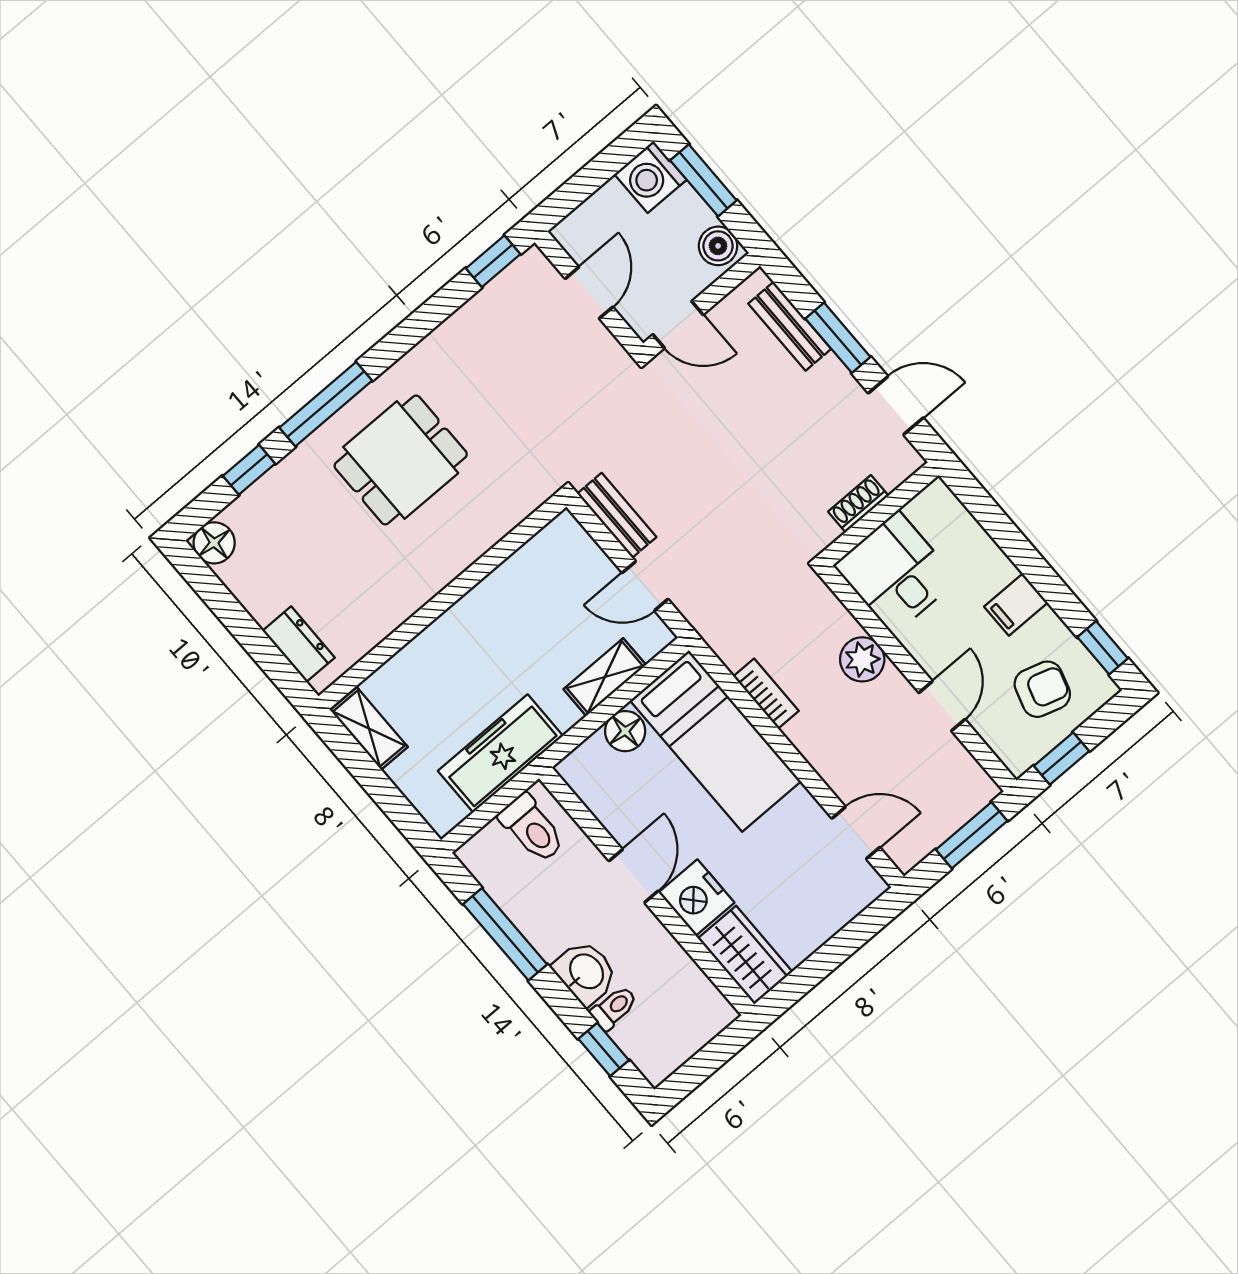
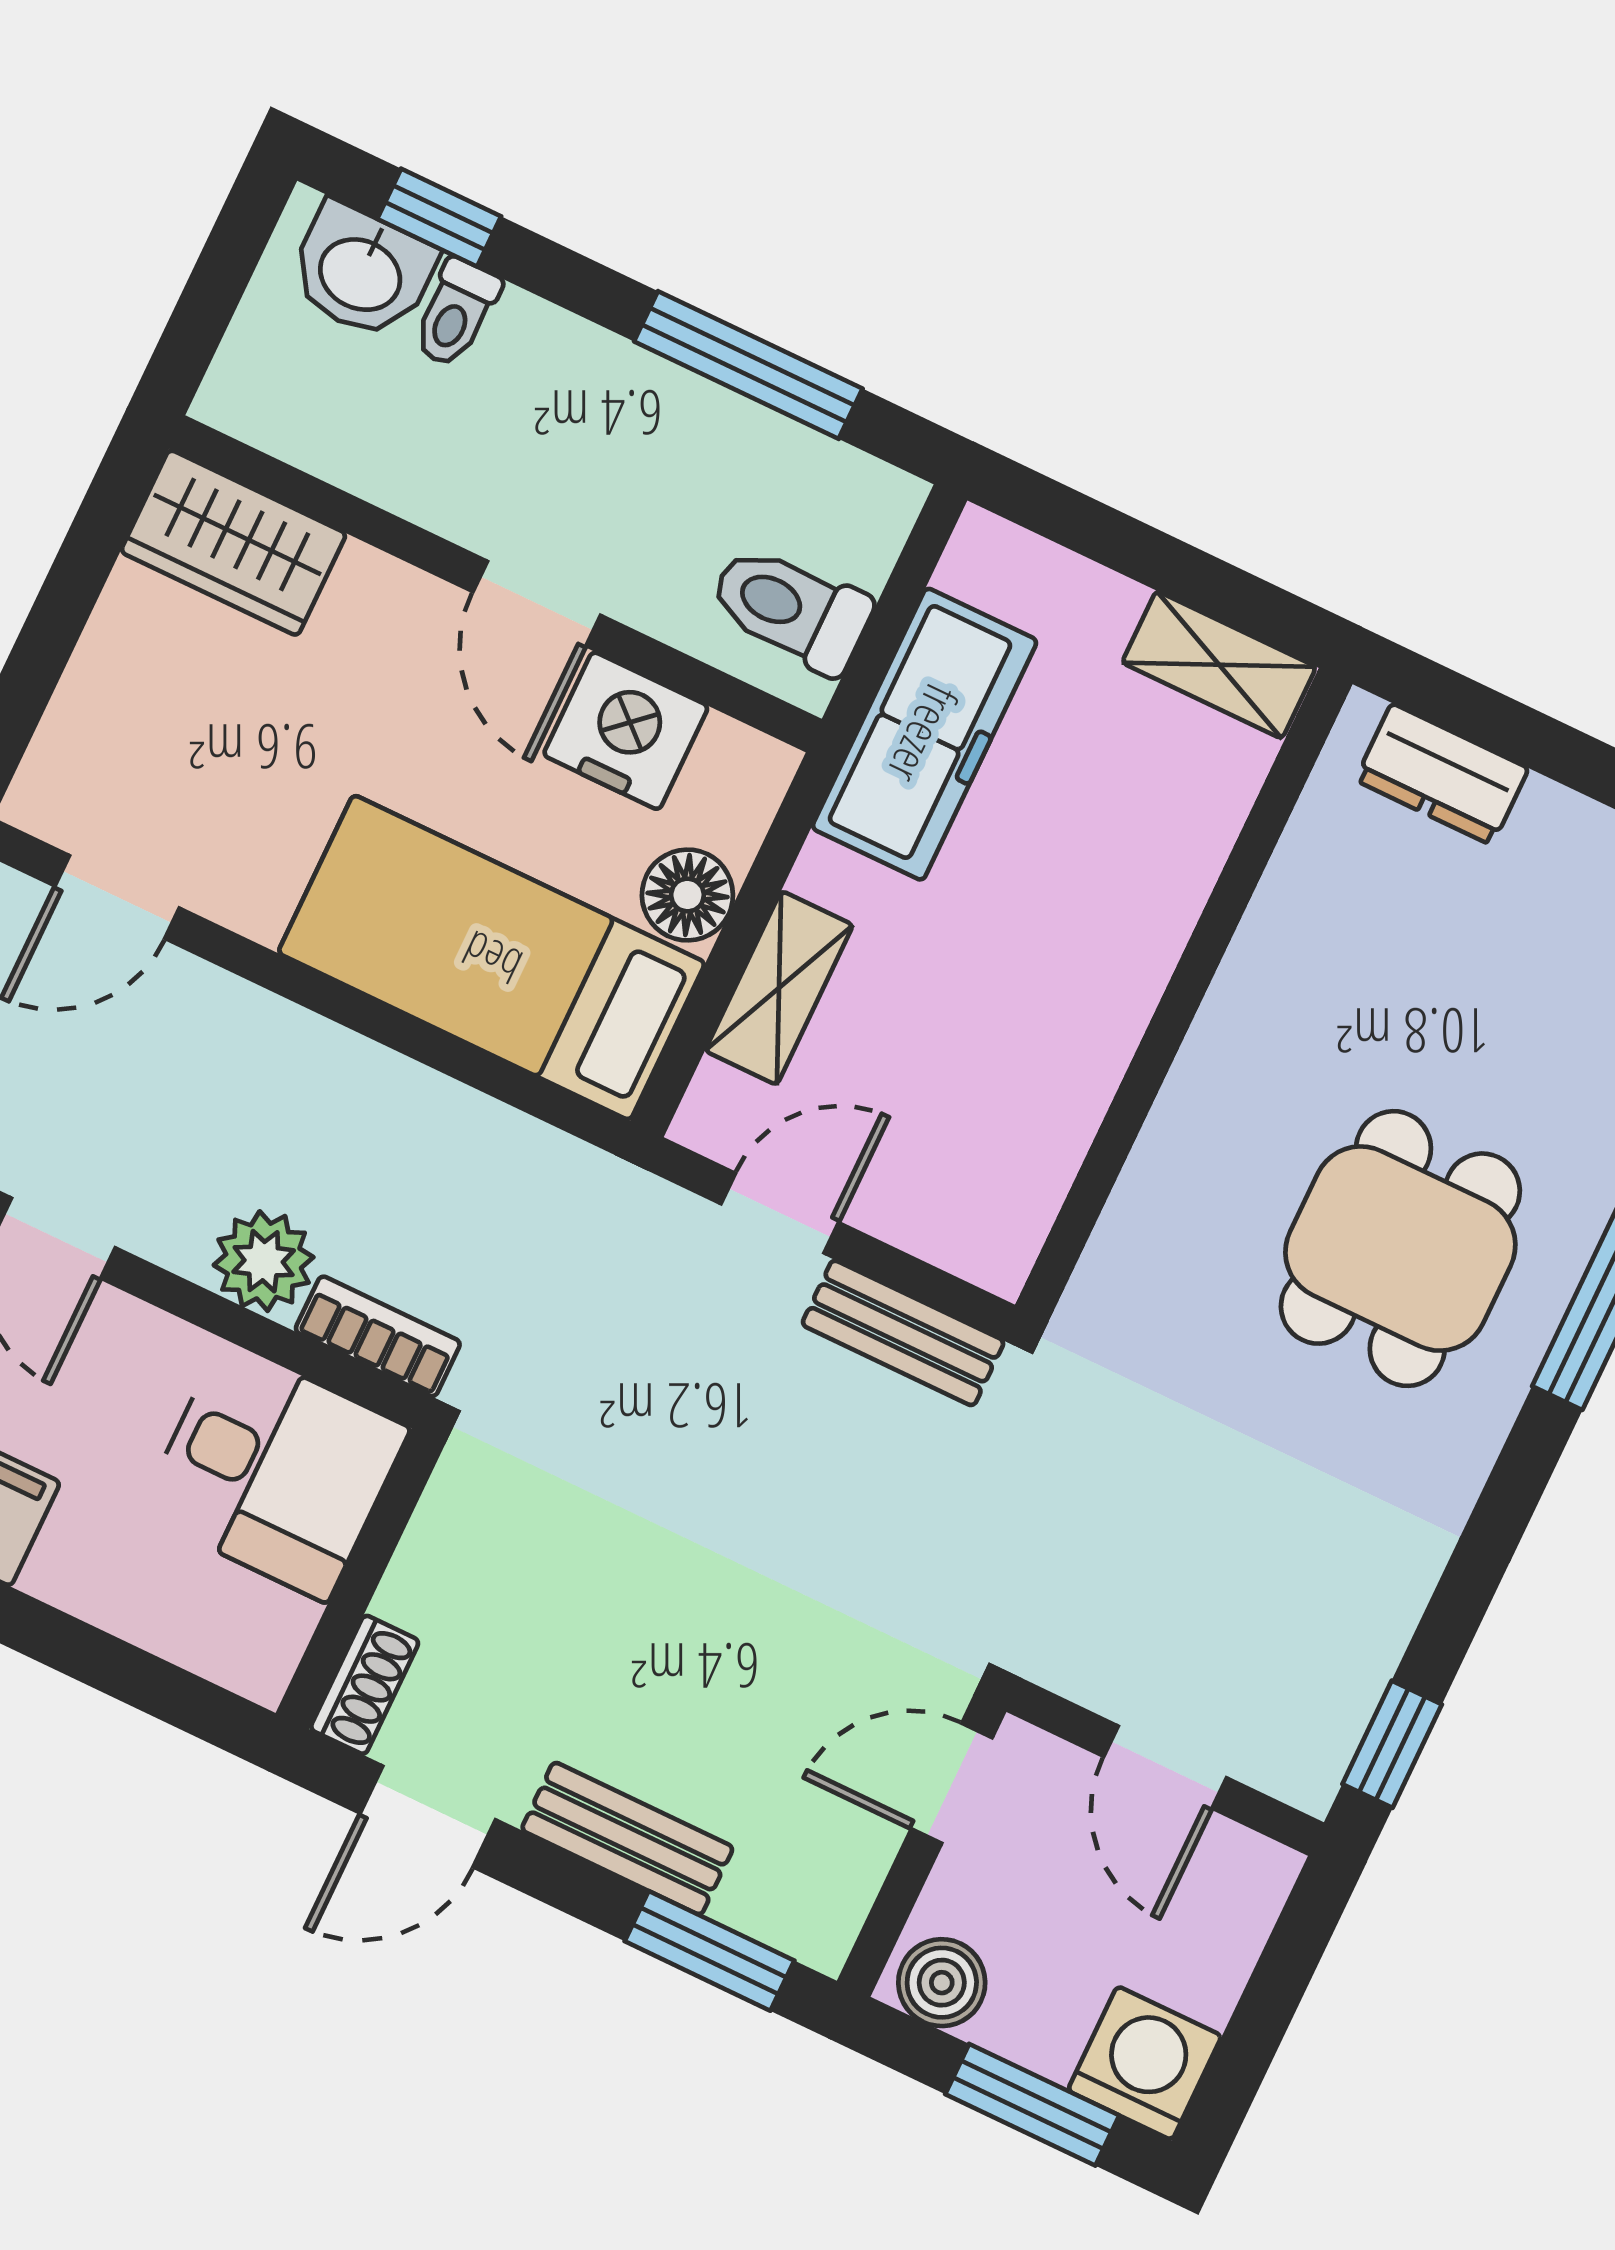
bench: (790, 326) -> (627, 1838), moved
window: (838, 338) -> (710, 1951), moved
shoe rack: (858, 504) -> (365, 1685), moved
bookcase: (766, 694) -> (378, 1336), moved, turned 180
nightstand: (696, 898) -> (626, 731), moved
washbasin: (585, 972) -> (362, 272), moved

